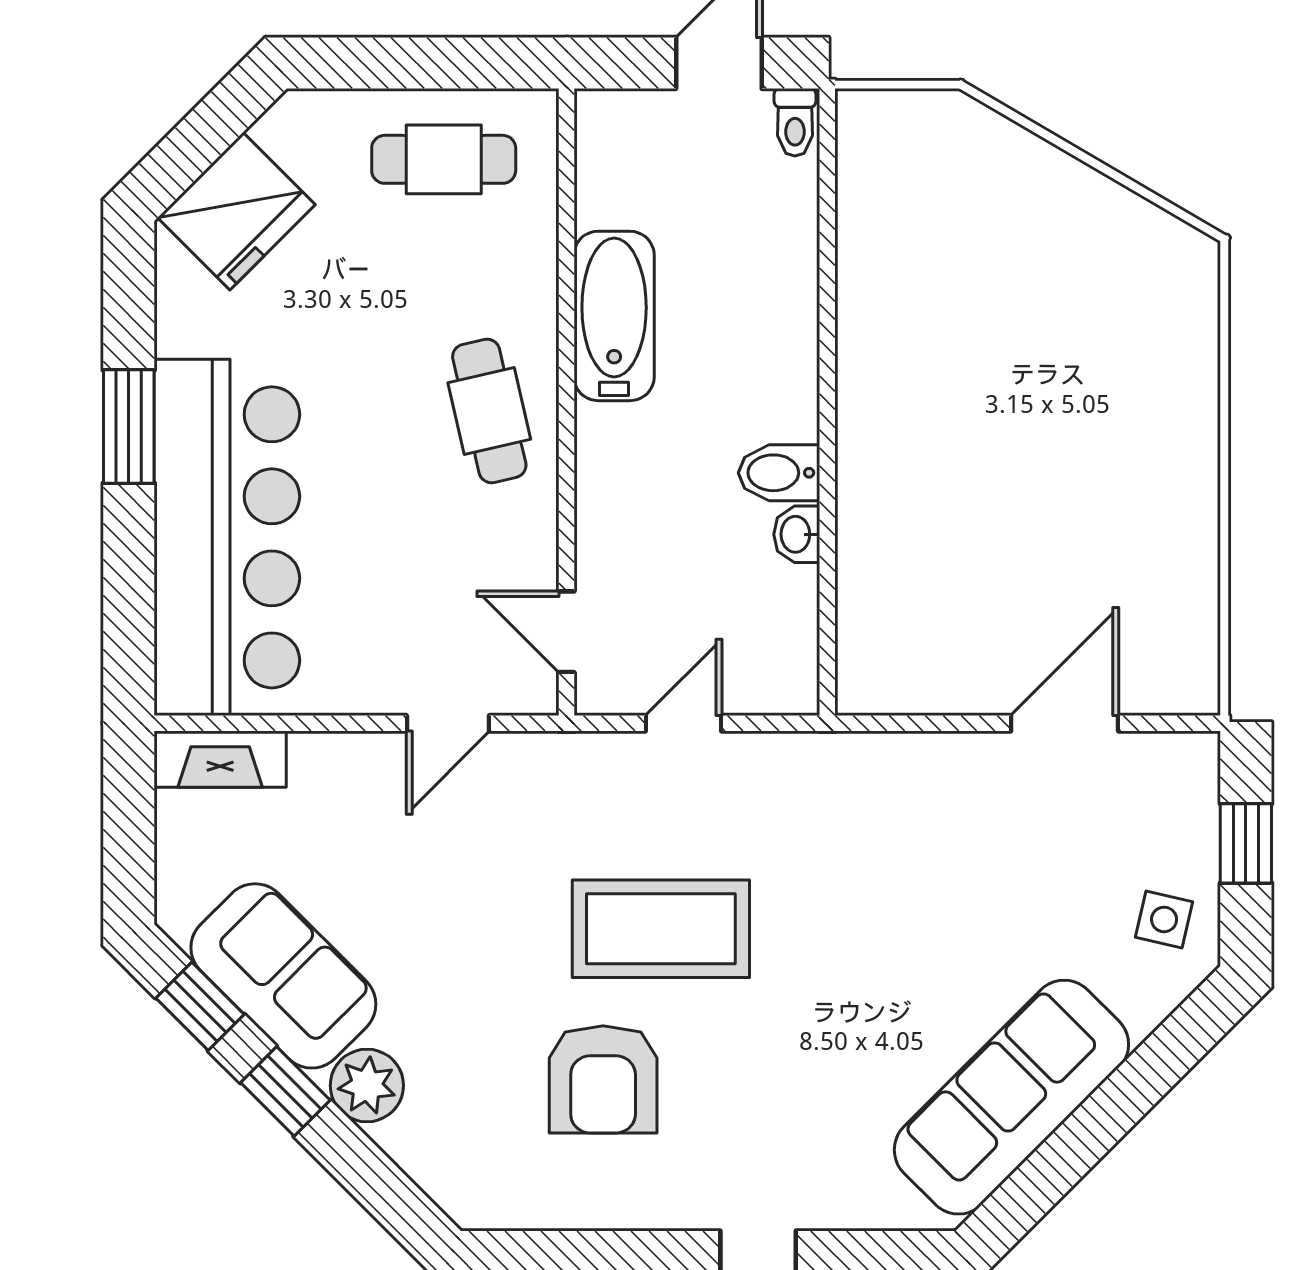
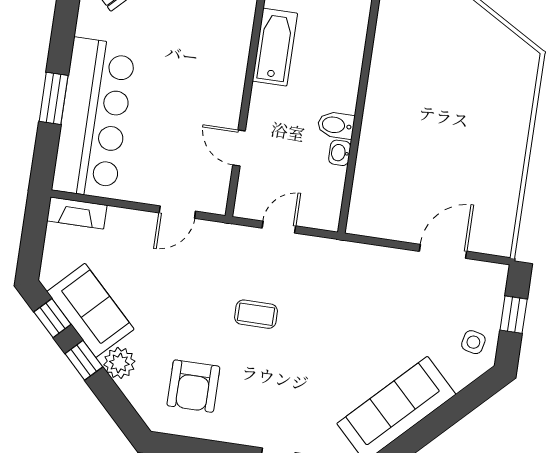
cafe table: (489, 411) -> (215, 80), removed
window: (129, 427) -> (54, 98), moved
door: (566, 632) -> (239, 148), moved
coffee table: (661, 929) -> (256, 314), width x0.54, depth x0.58
armchair: (603, 1079) -> (193, 386), moved

